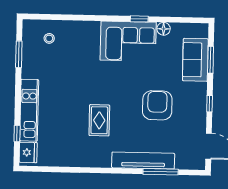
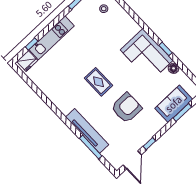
window: (210, 104) -> (149, 144), moved
rug: (99, 120) -> (98, 82), moved, turned 90

